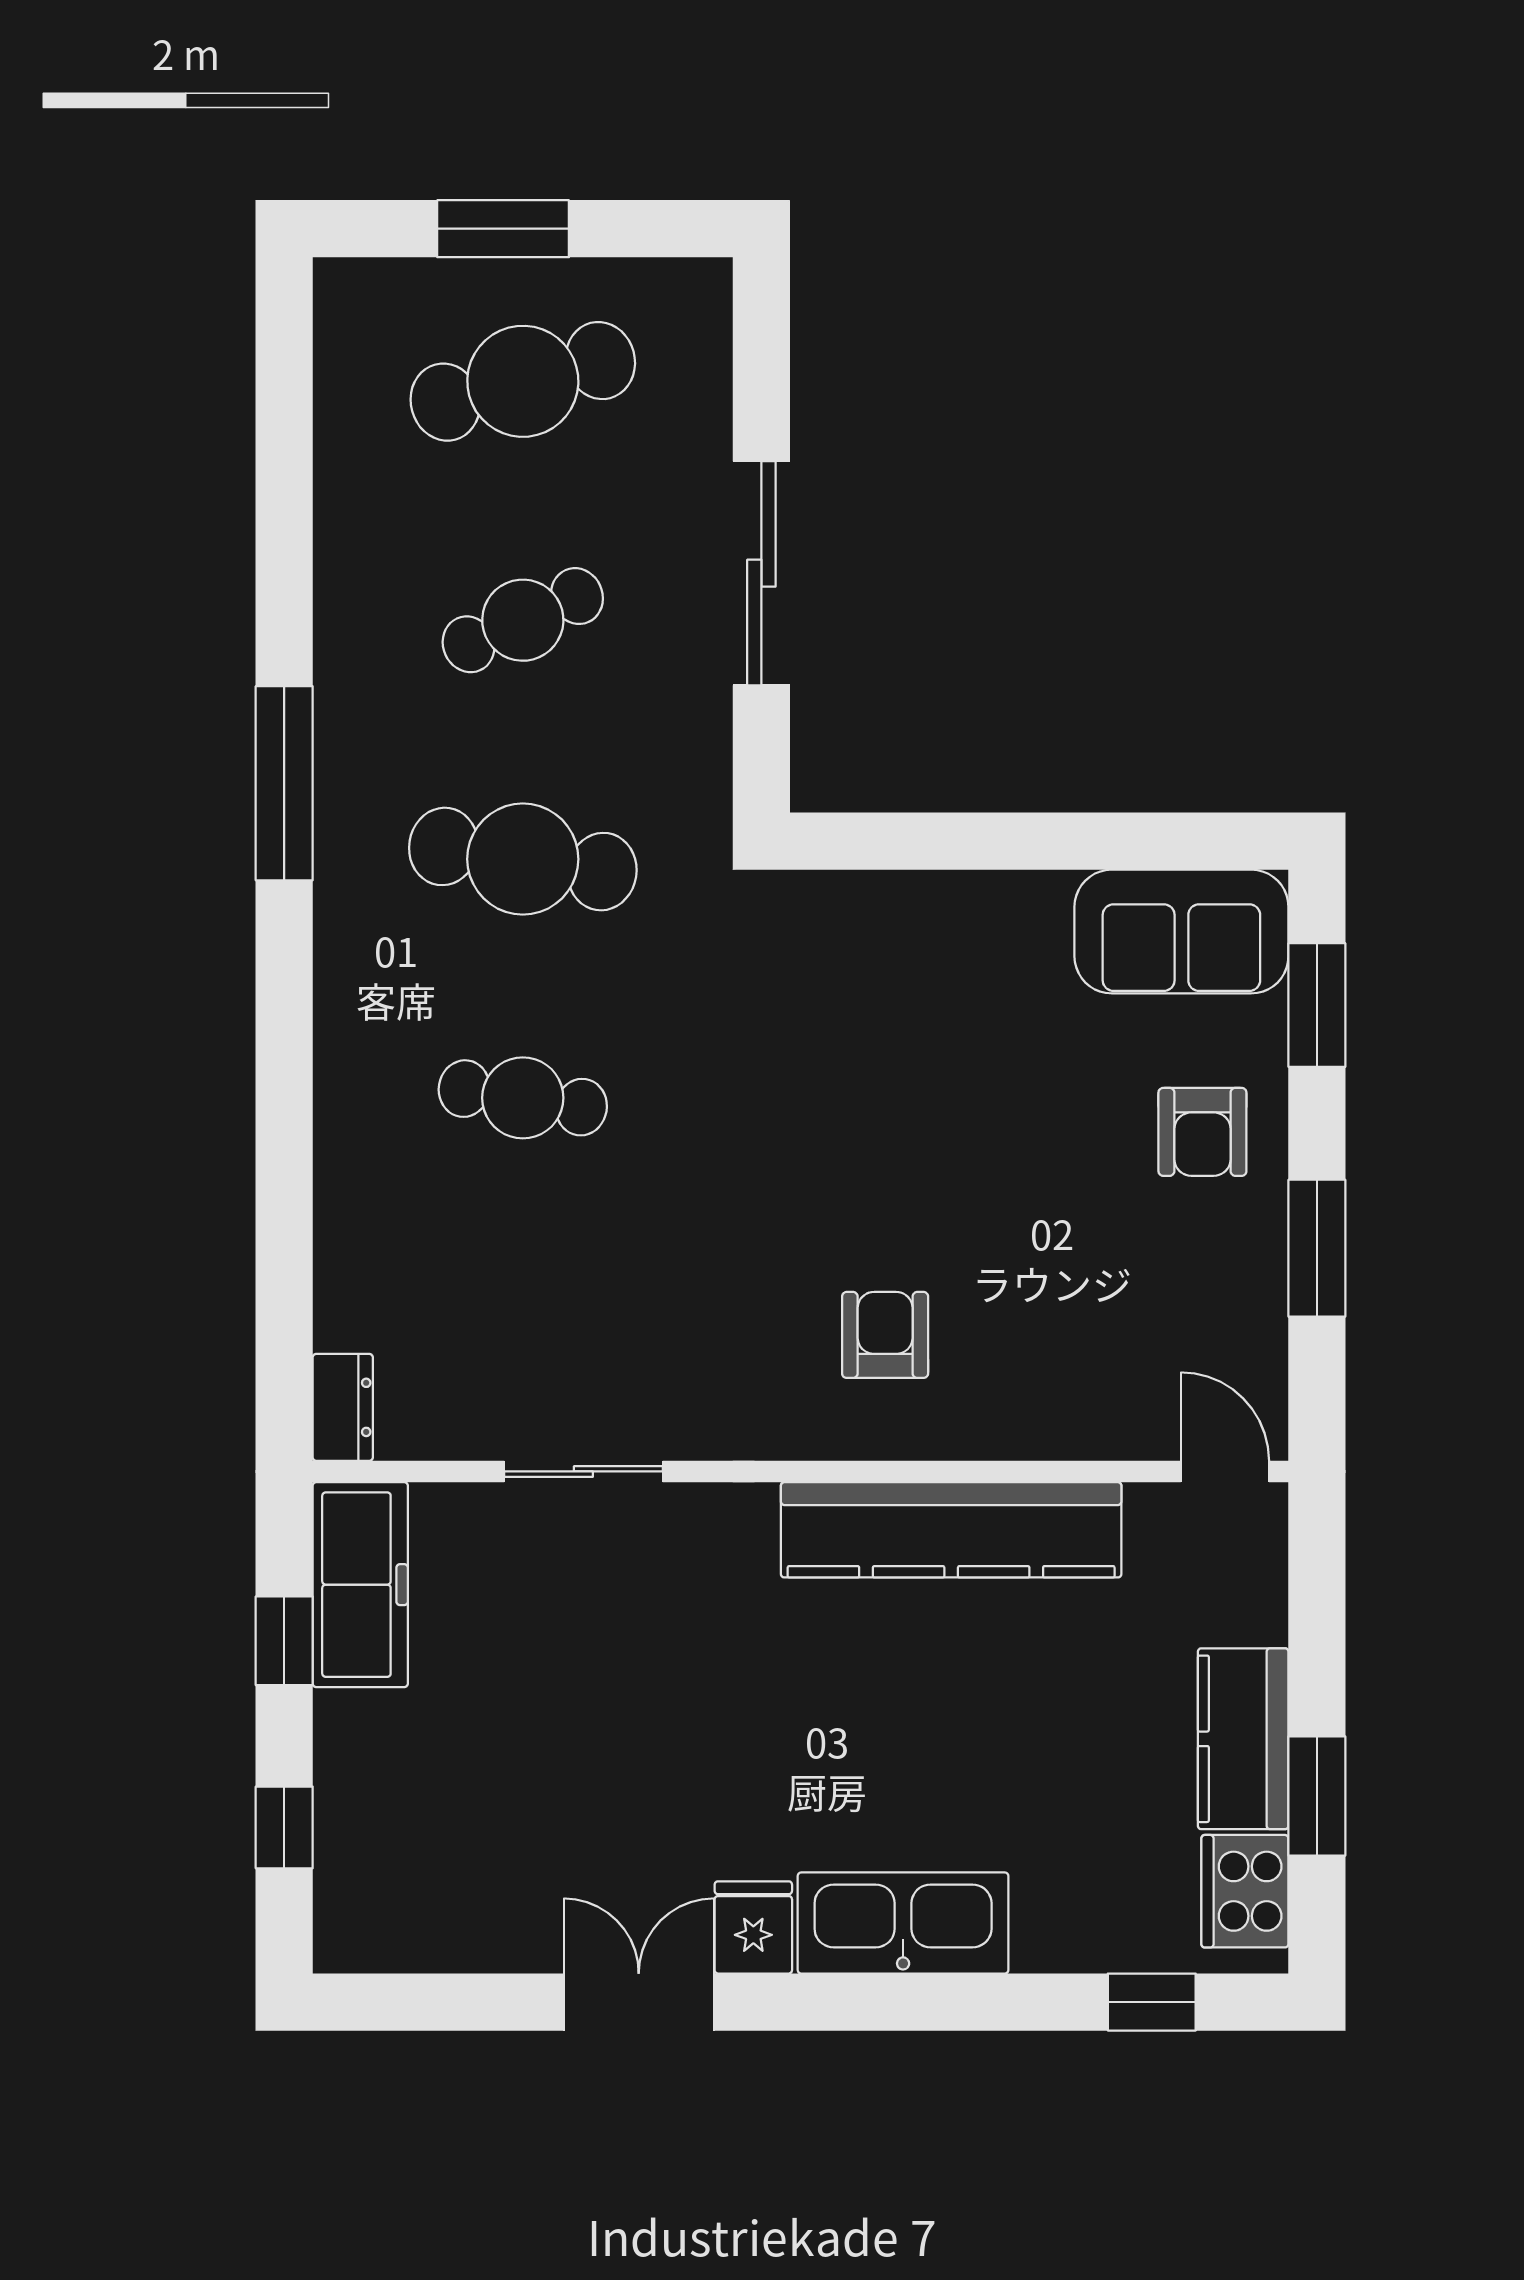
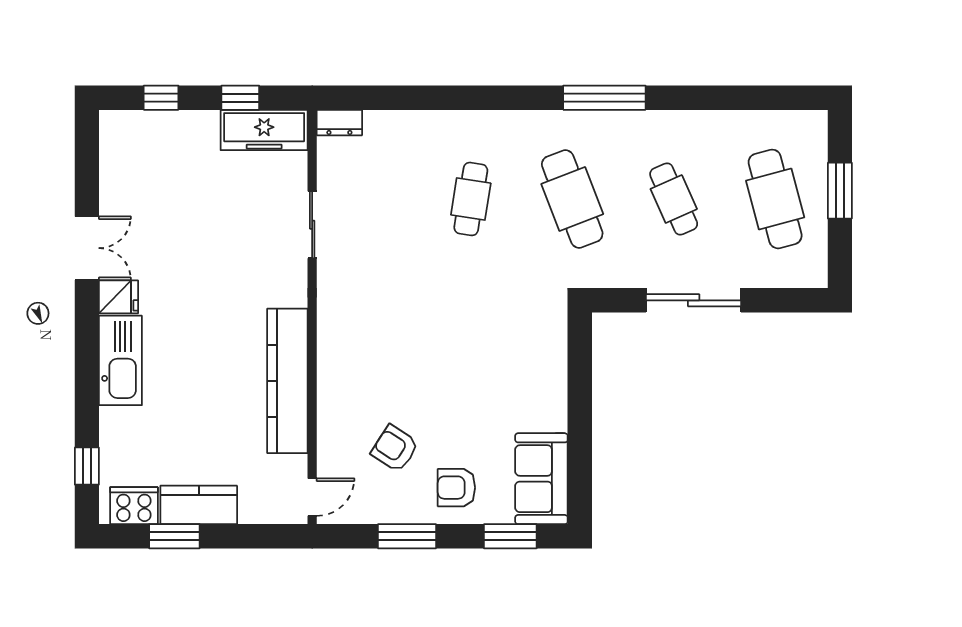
cafe table: (523, 859) -> (572, 199), turned -30
armchair: (885, 1335) -> (395, 448), moved, turned -147

